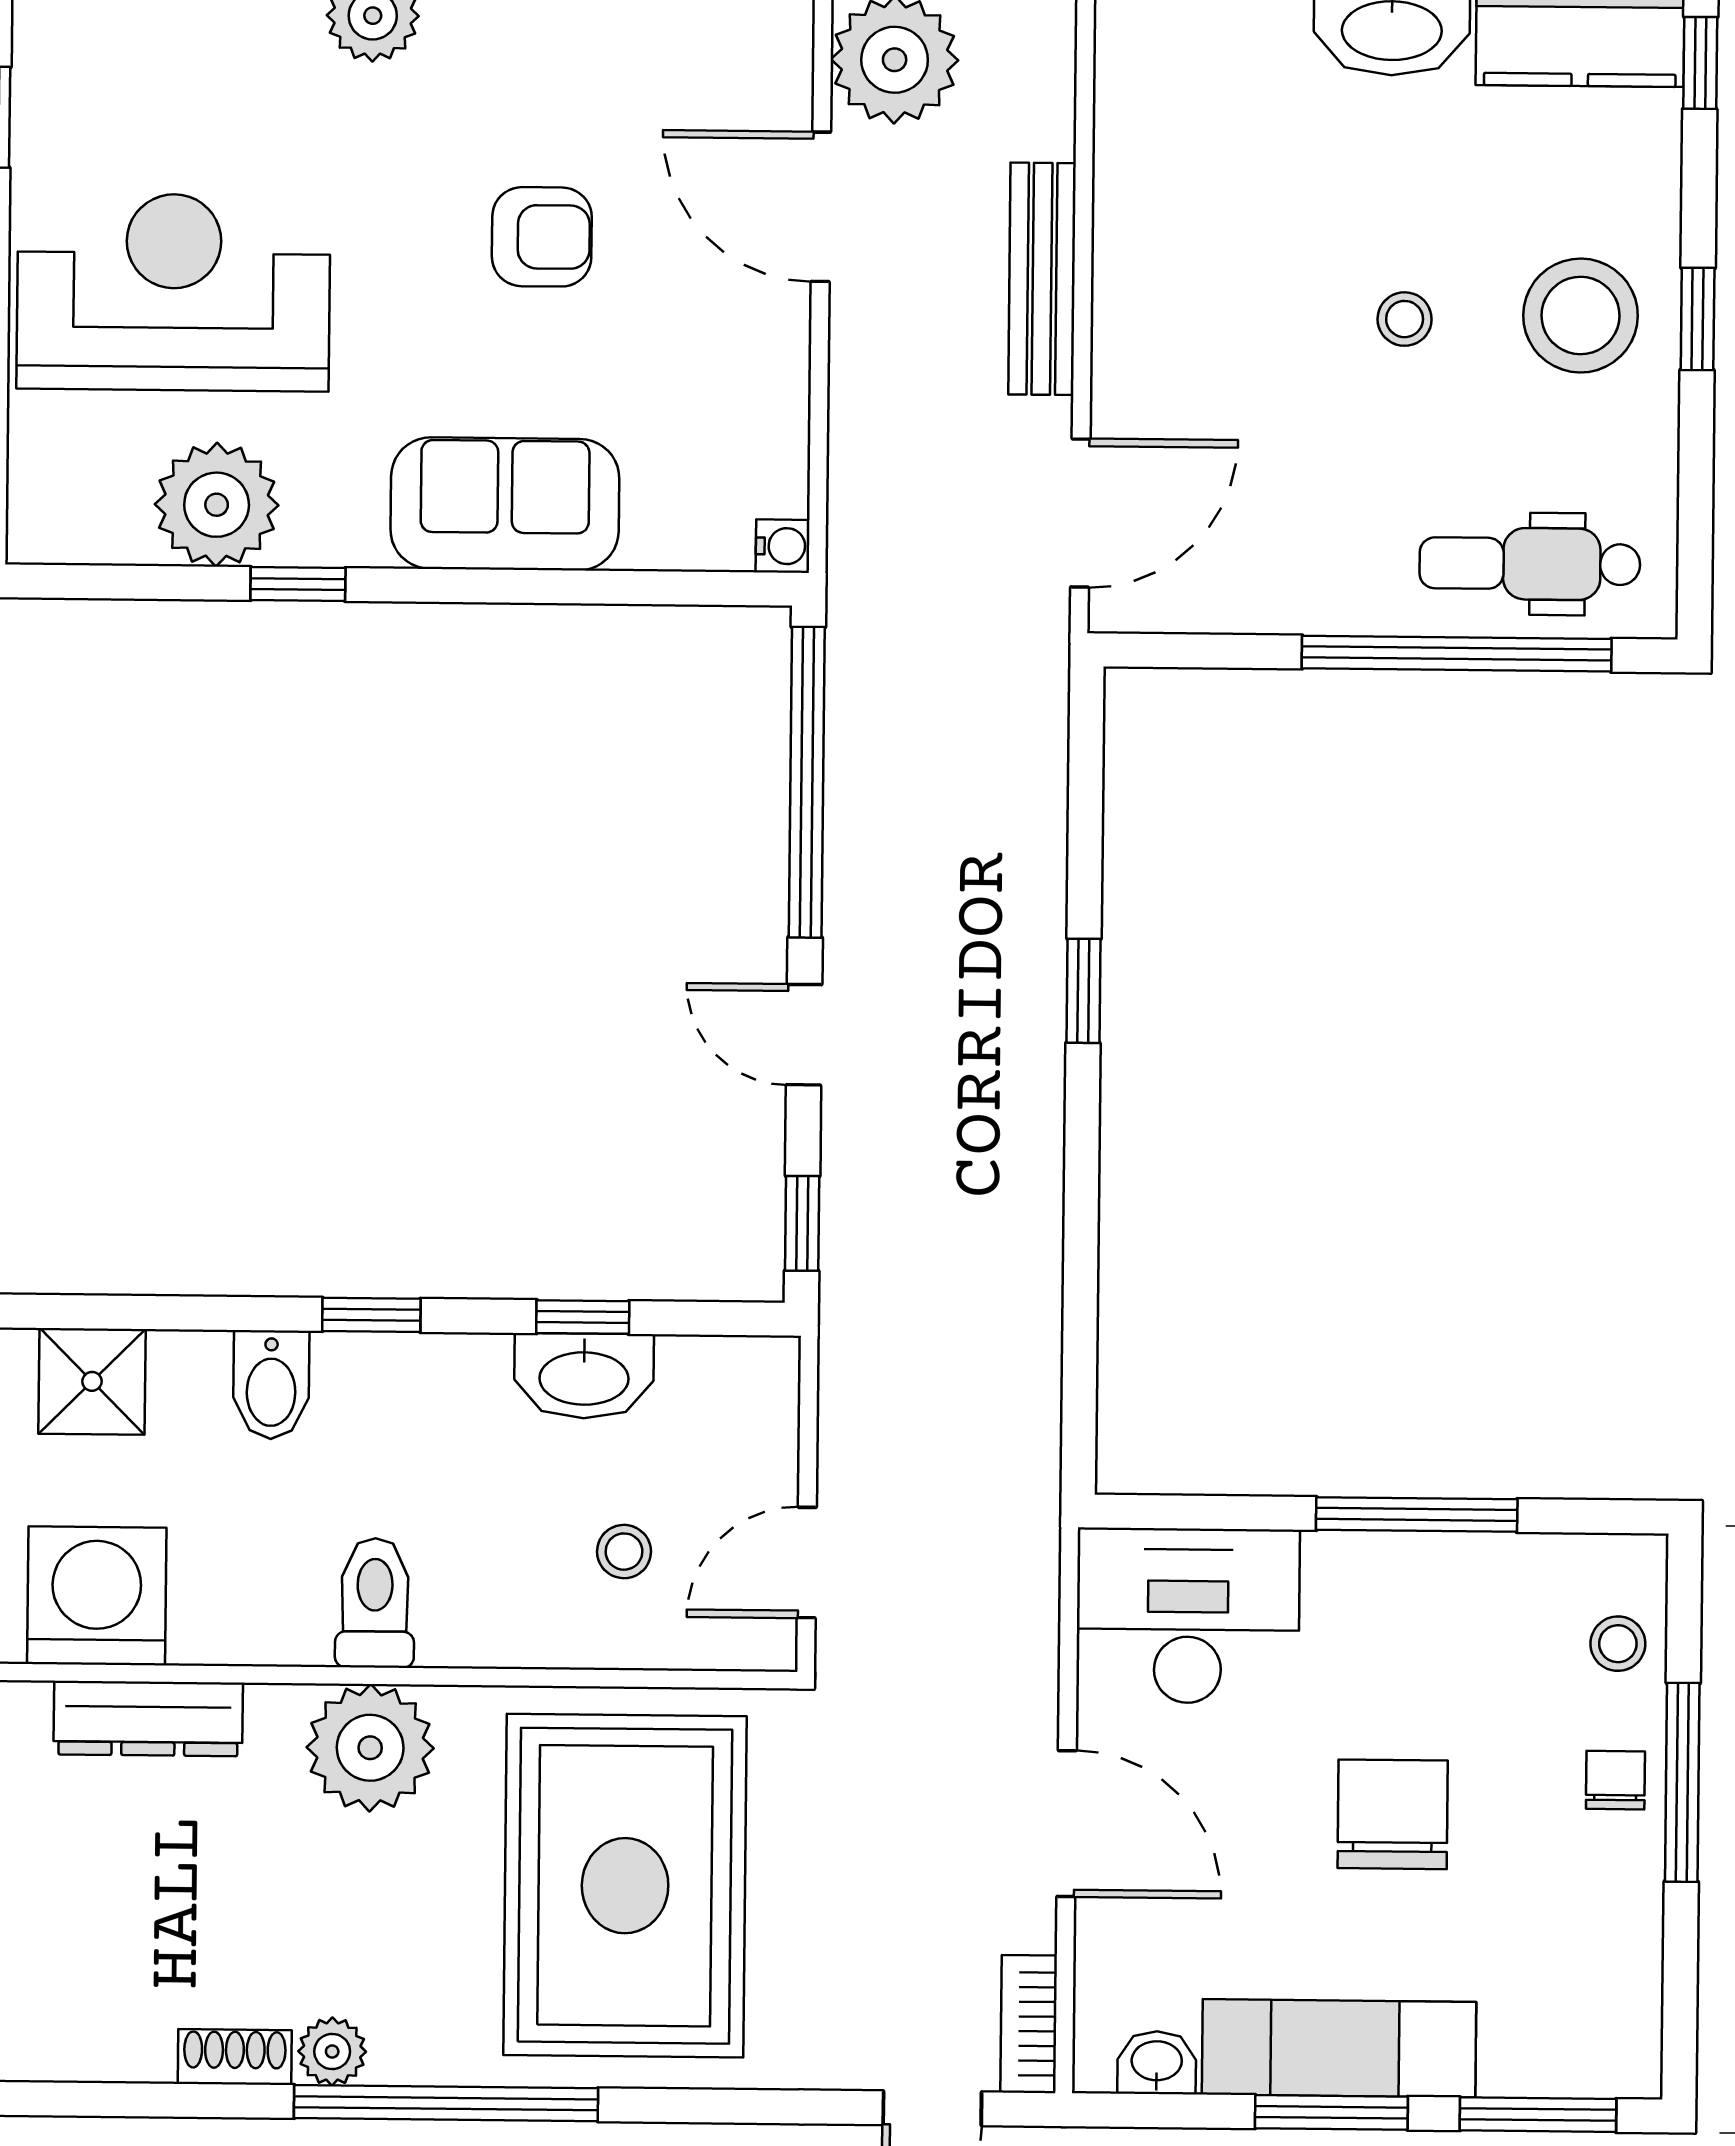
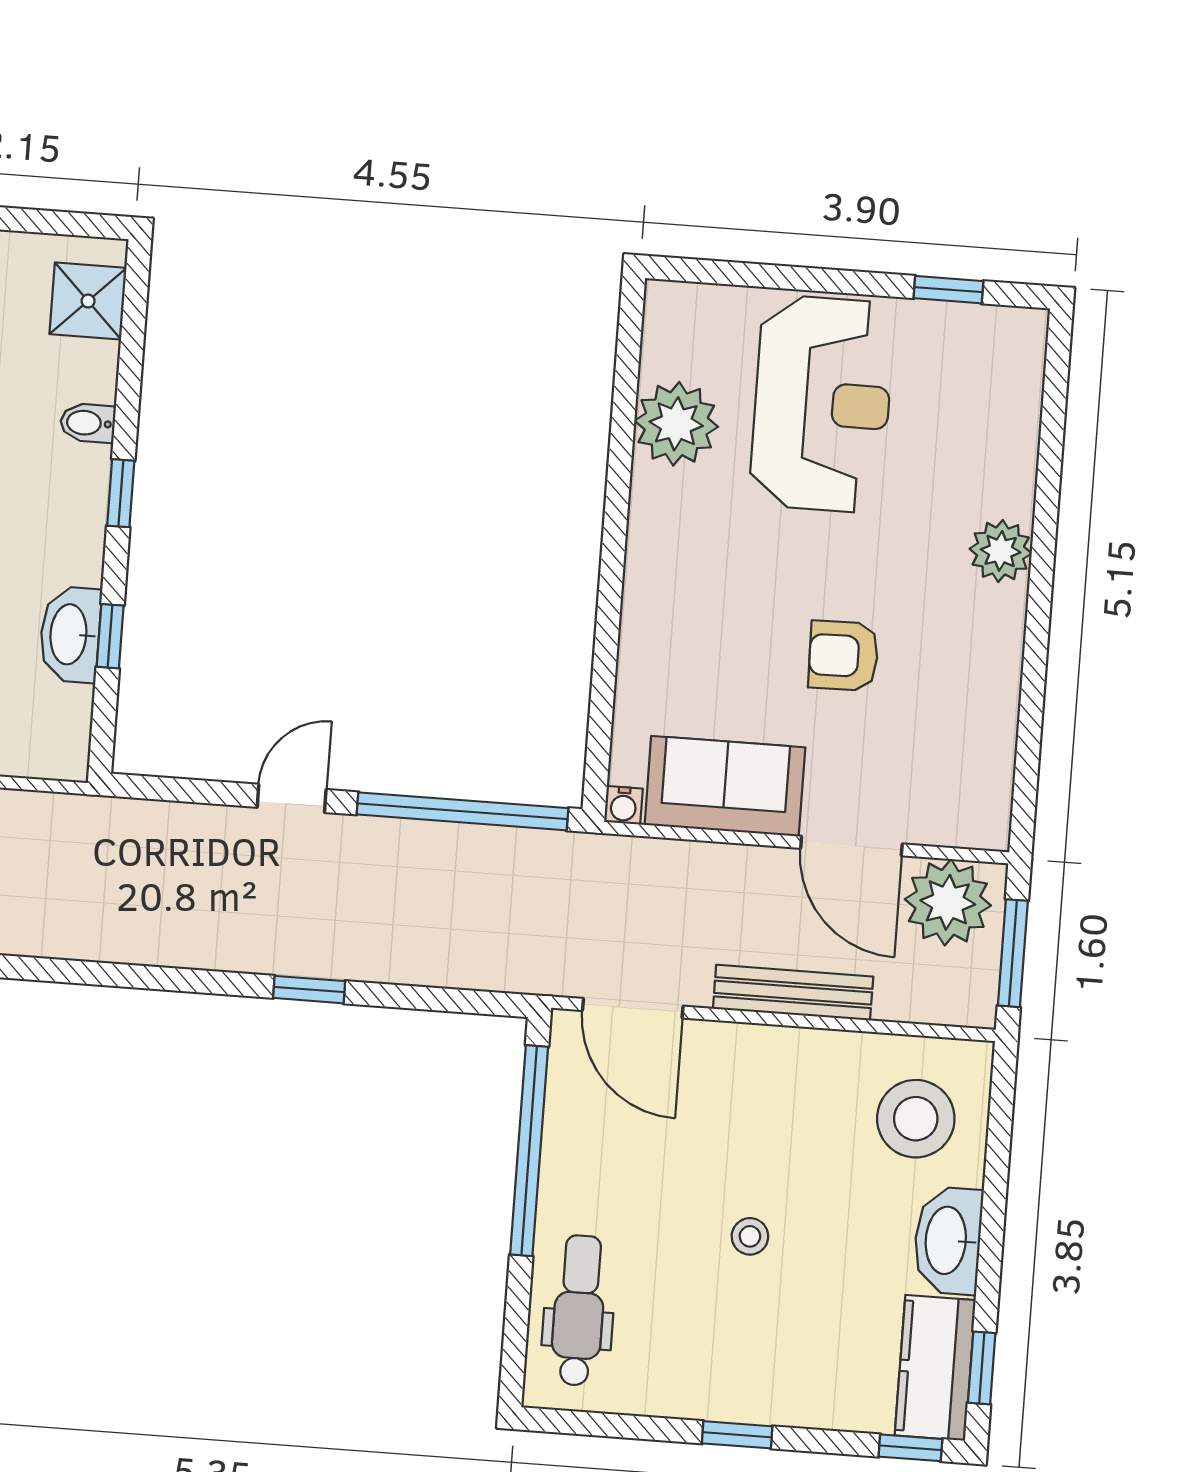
door: (821, 207) -> (851, 846), swing flipped
armchair: (542, 237) -> (843, 656), turned 89
stool: (1581, 316) -> (916, 1119), moved
sofa: (505, 504) -> (725, 786), moved, turned -90
window: (298, 584) -> (619, 475), removed
window: (1457, 654) -> (529, 1151), moved
window: (802, 1223) -> (164, 789), removed
bidet: (271, 1385) -> (88, 423), width x0.72, depth x0.74

